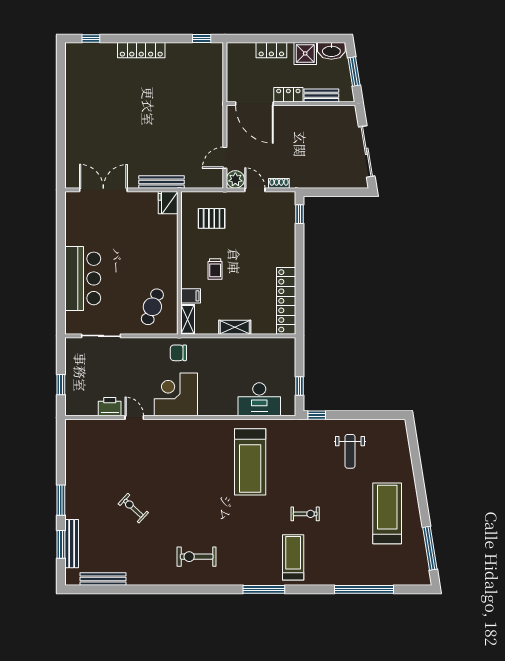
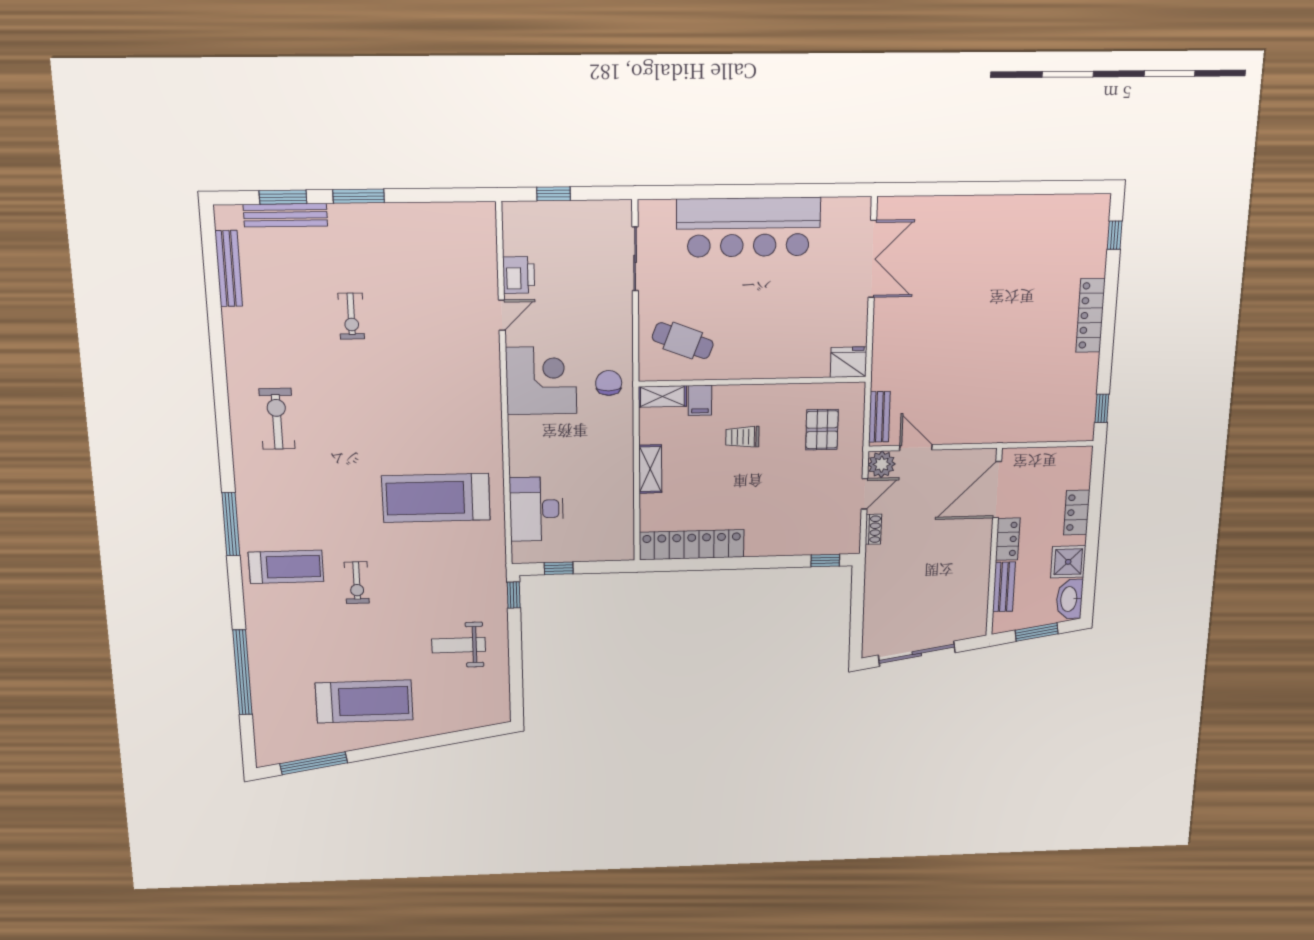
bench: (161, 182) -> (879, 417), moved, width x0.73
bar counter: (83, 278) -> (748, 227), width x1.36
exercise bike: (133, 508) -> (351, 316), turned 137

